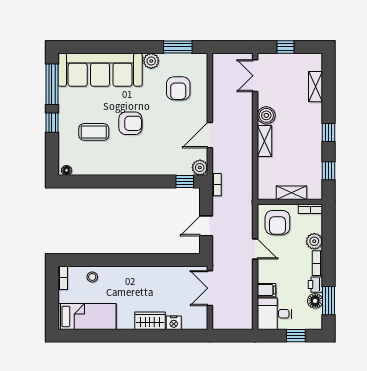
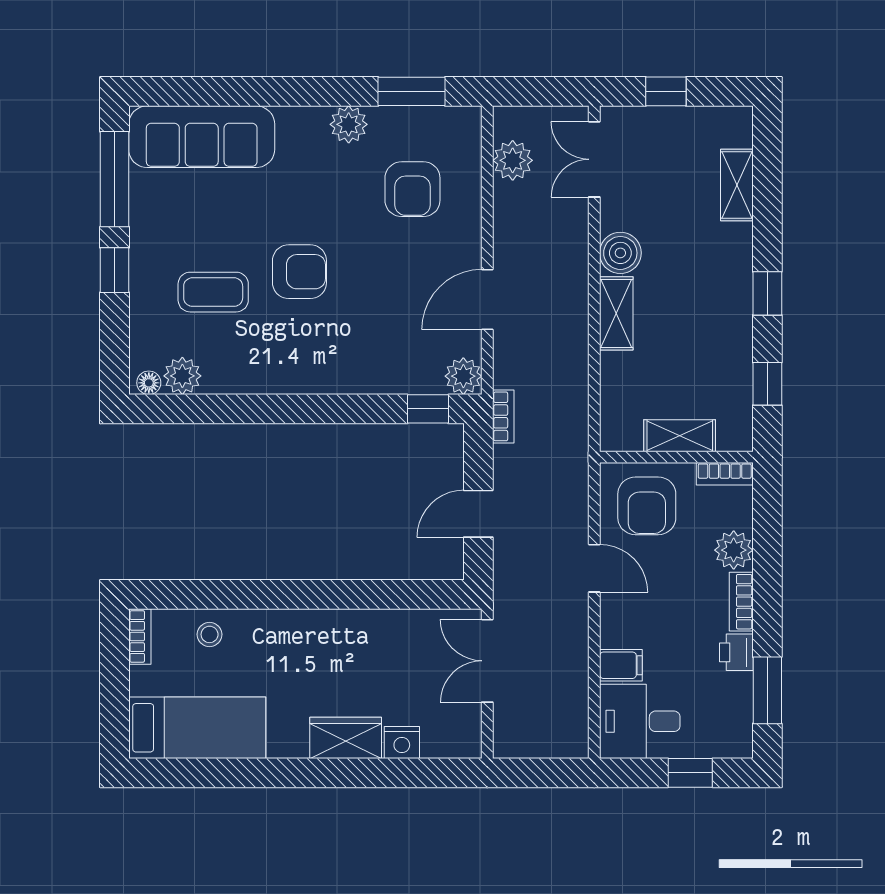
sofa: (100, 70) -> (202, 137), width x0.74, depth x0.79
plant: (221, 76) -> (513, 160), added
plant: (81, 167) -> (182, 376), added
floor lamp: (315, 301) -> (736, 691), removed

